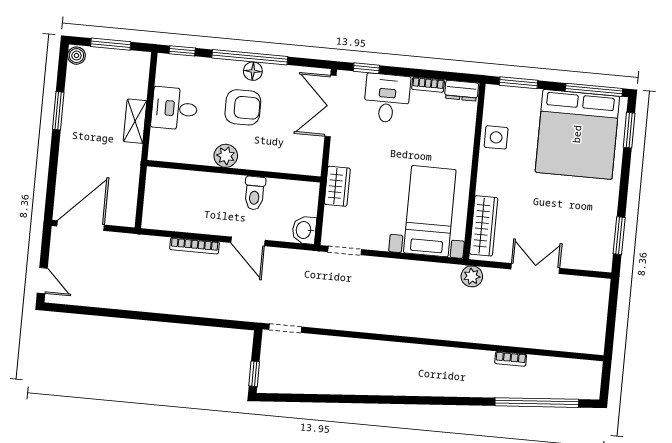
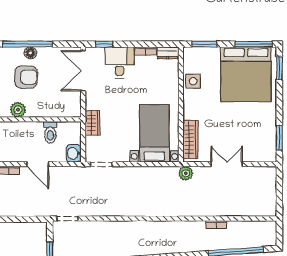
toilet: (255, 193) -> (50, 132), moved

